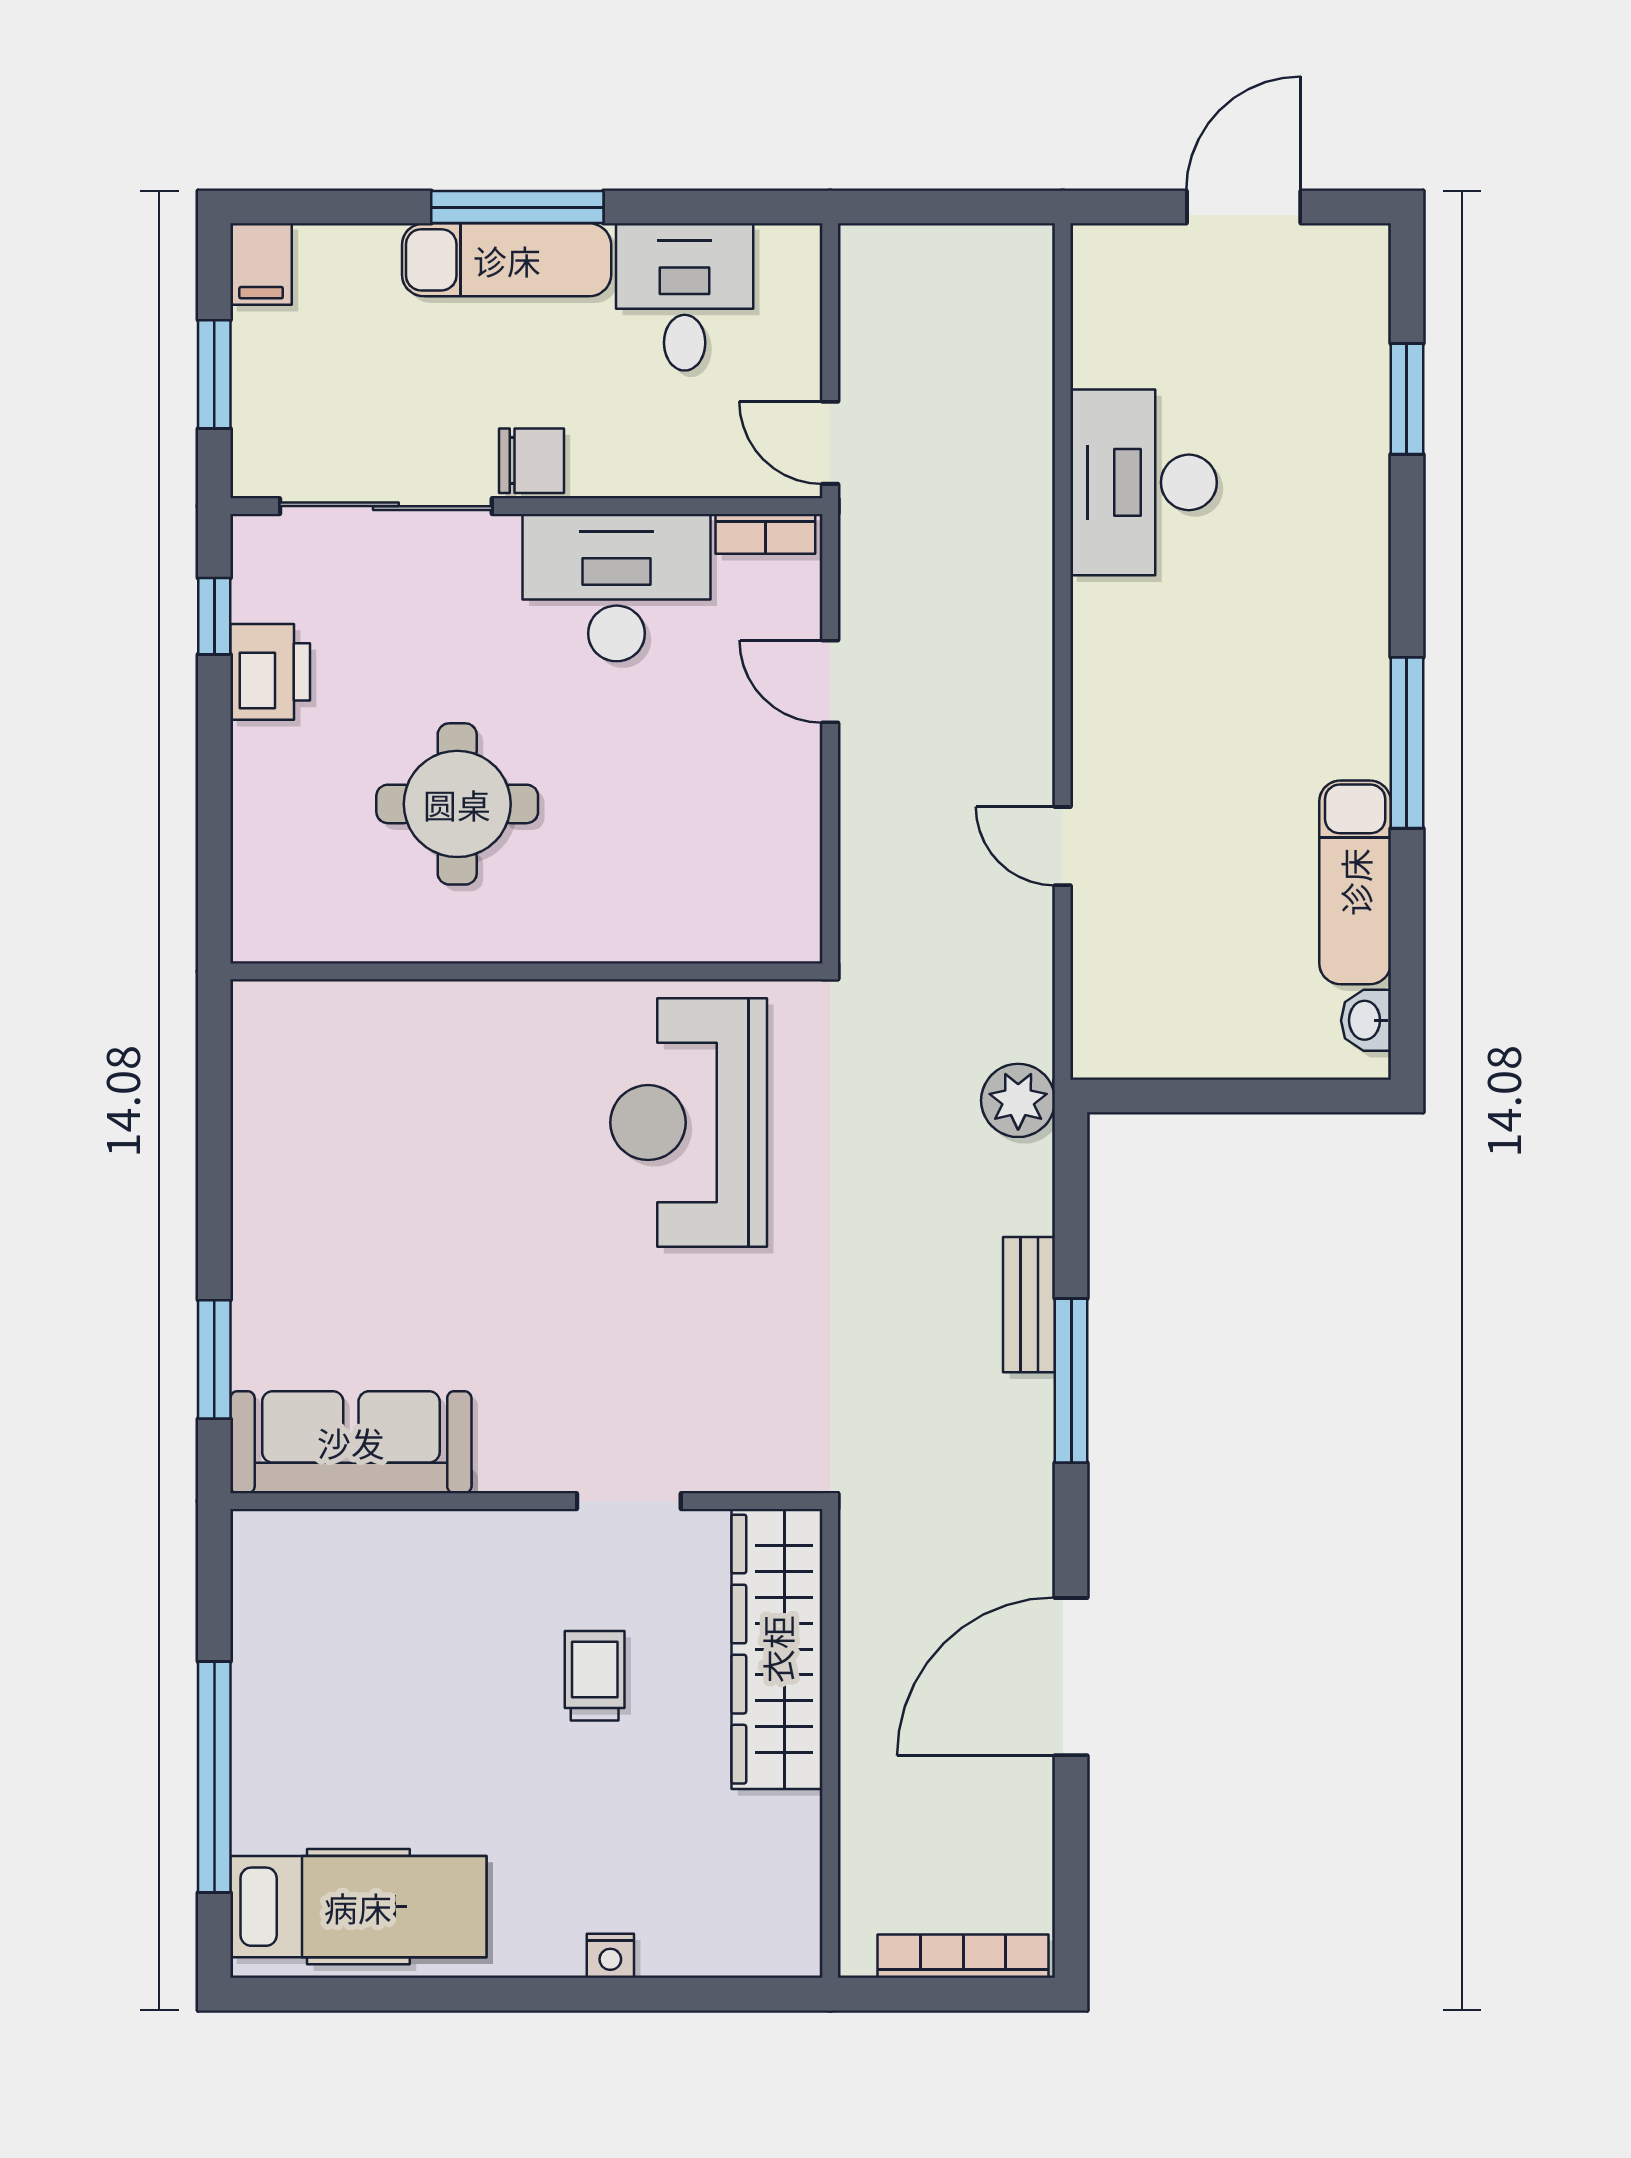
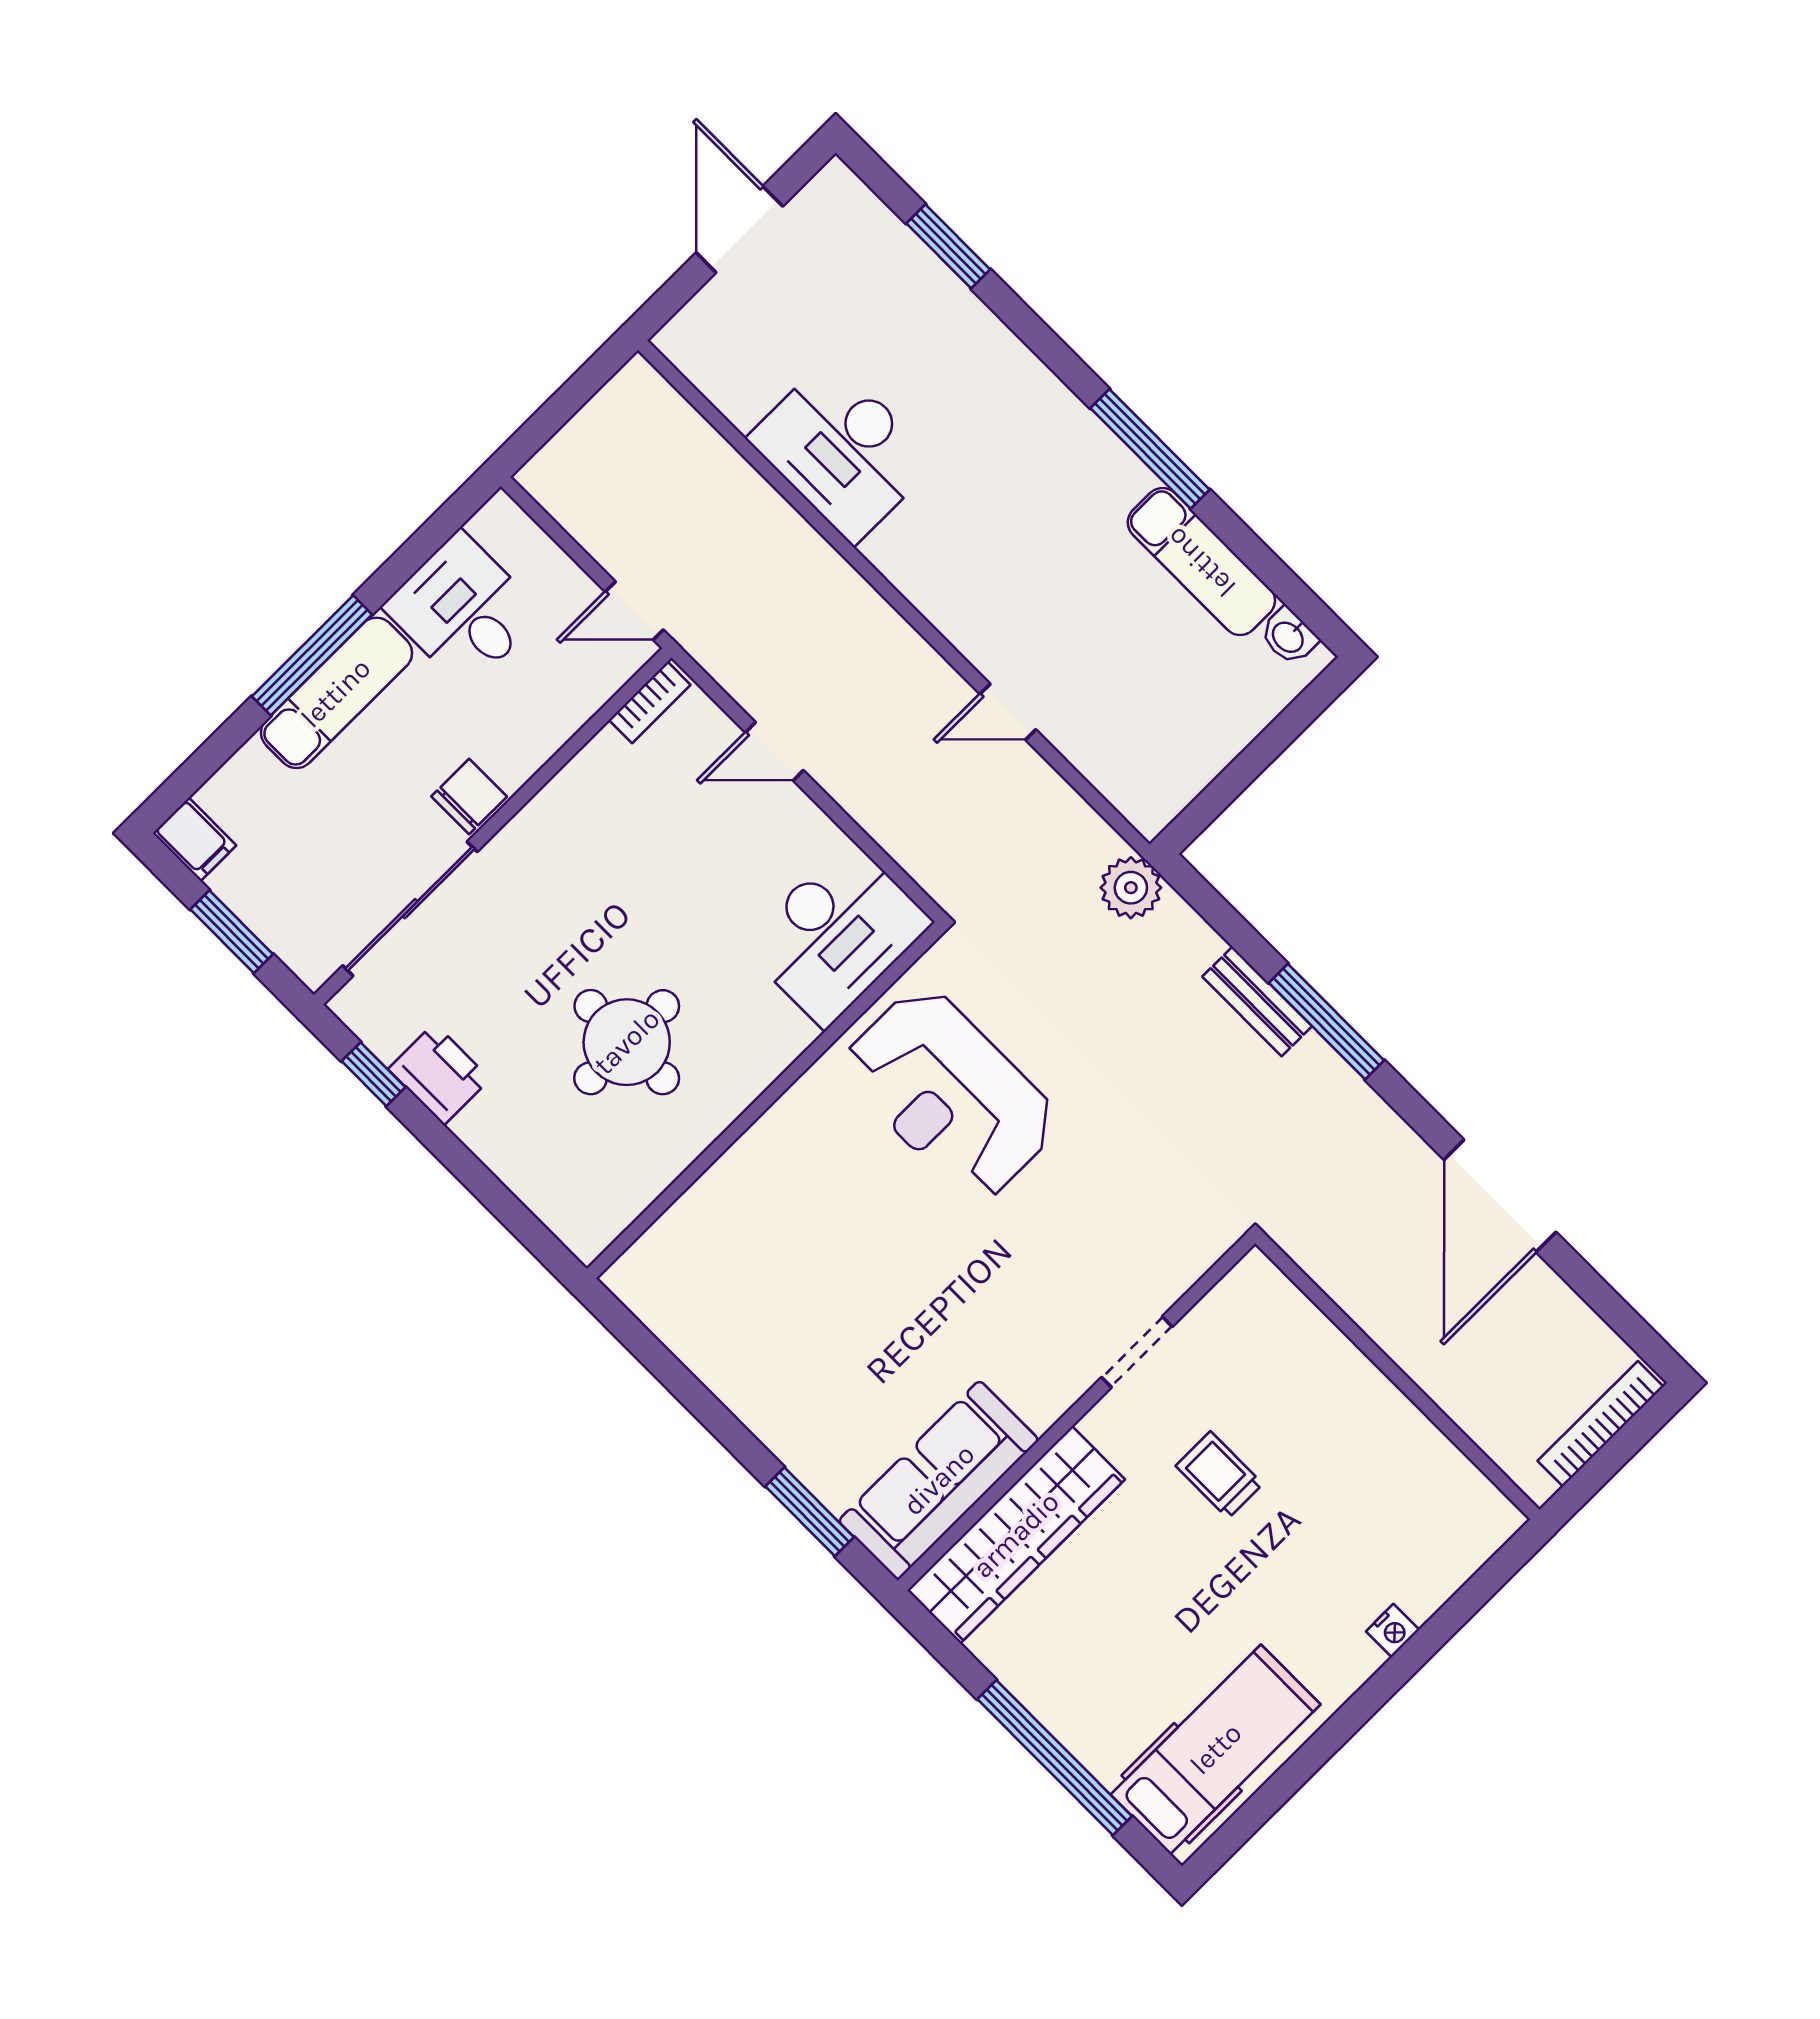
desk: (616, 588) -> (837, 934), moved, turned 180
wardrobe: (777, 1649) -> (1016, 1535), moved, turned -90

